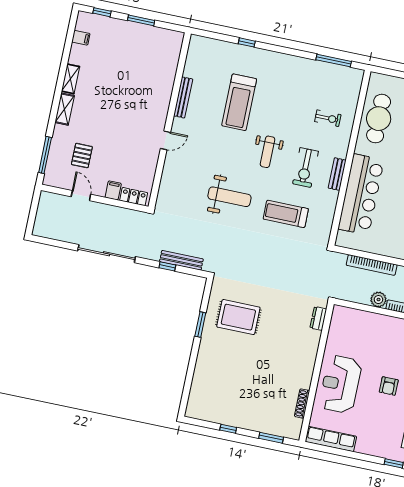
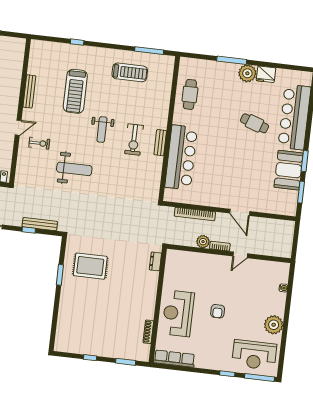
exercise bike: (328, 118) -> (39, 143), moved
cafe table: (379, 119) -> (190, 94), width x0.73, depth x0.74
treadmill: (286, 214) -> (130, 72), moved, turned 180

